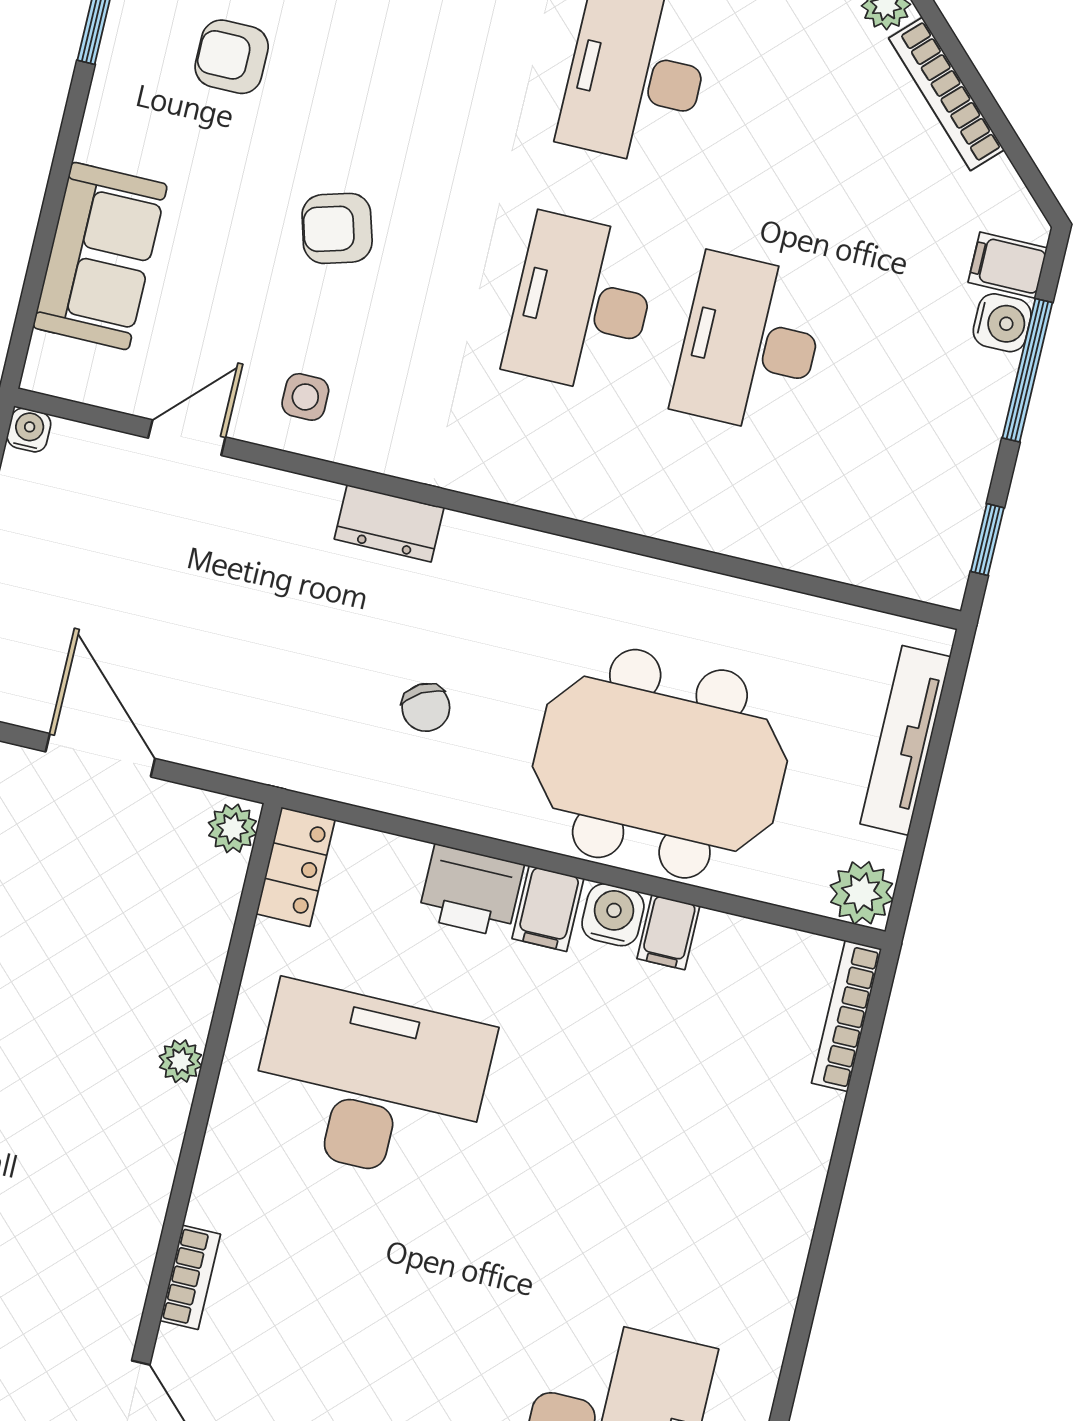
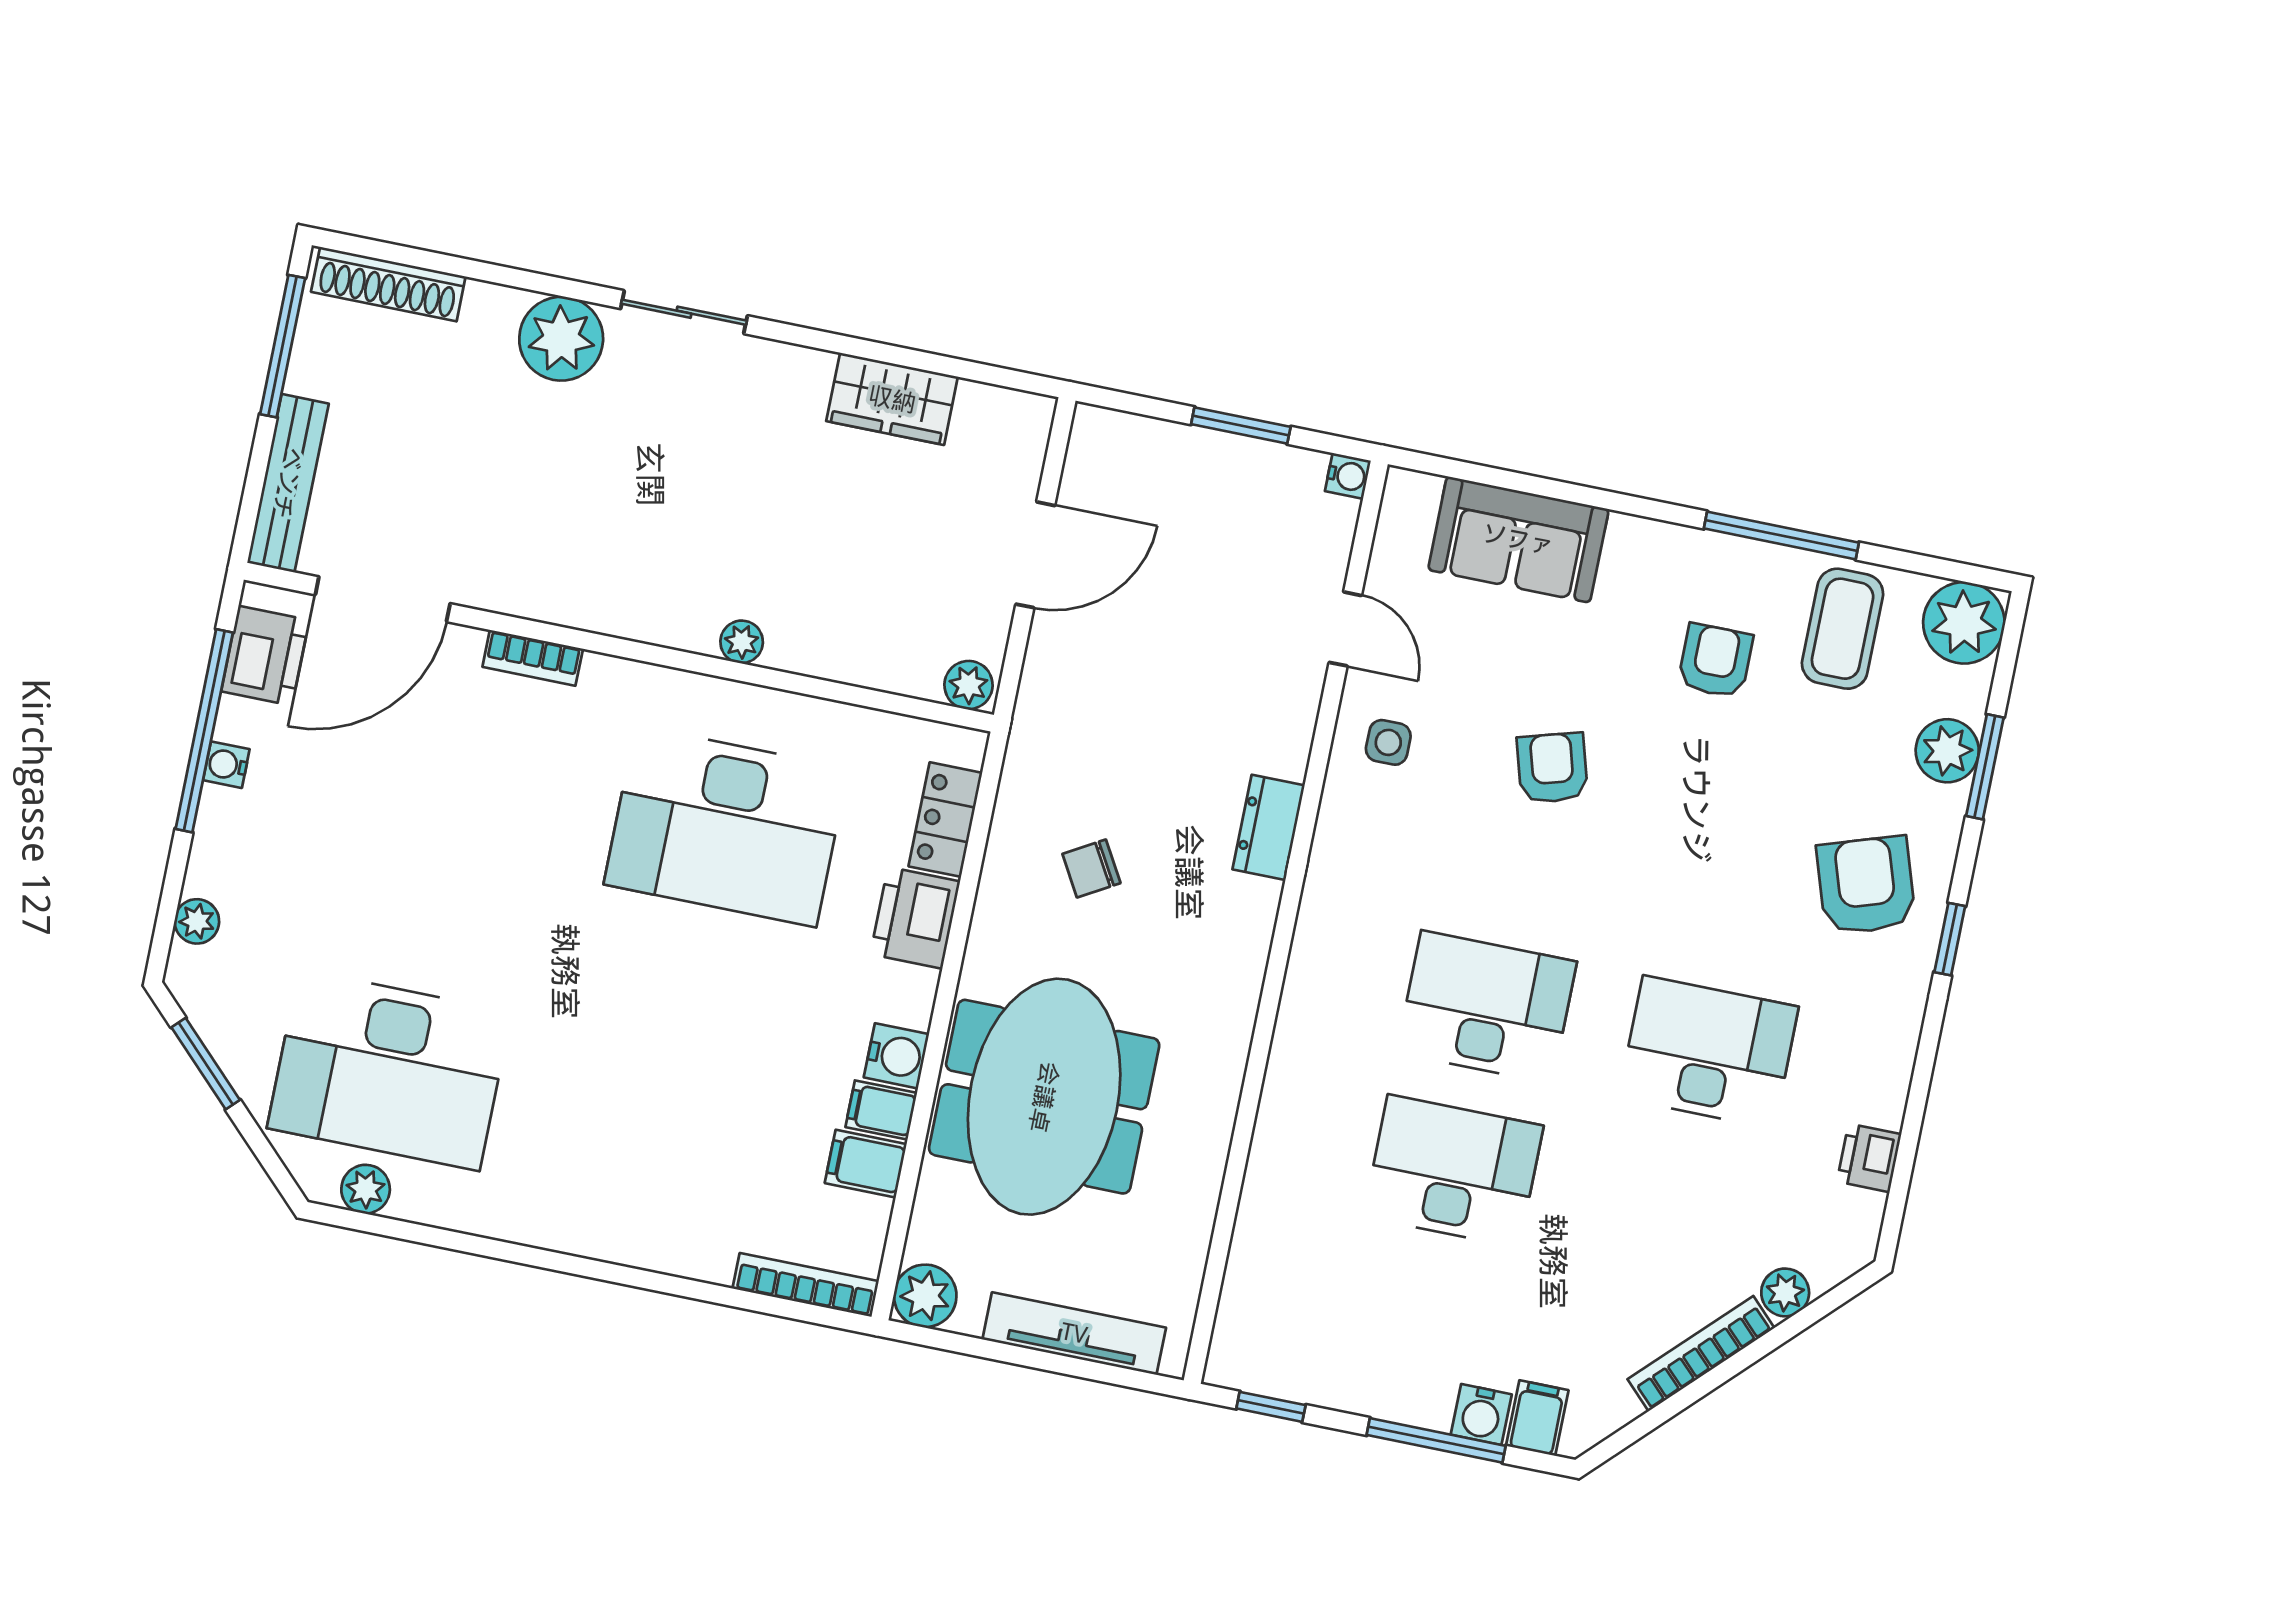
locker: (296, 867) -> (945, 820), moved, turned 90
filing cabinet: (548, 909) -> (866, 1164), moved
desk: (371, 1083) -> (726, 826), turned 90

